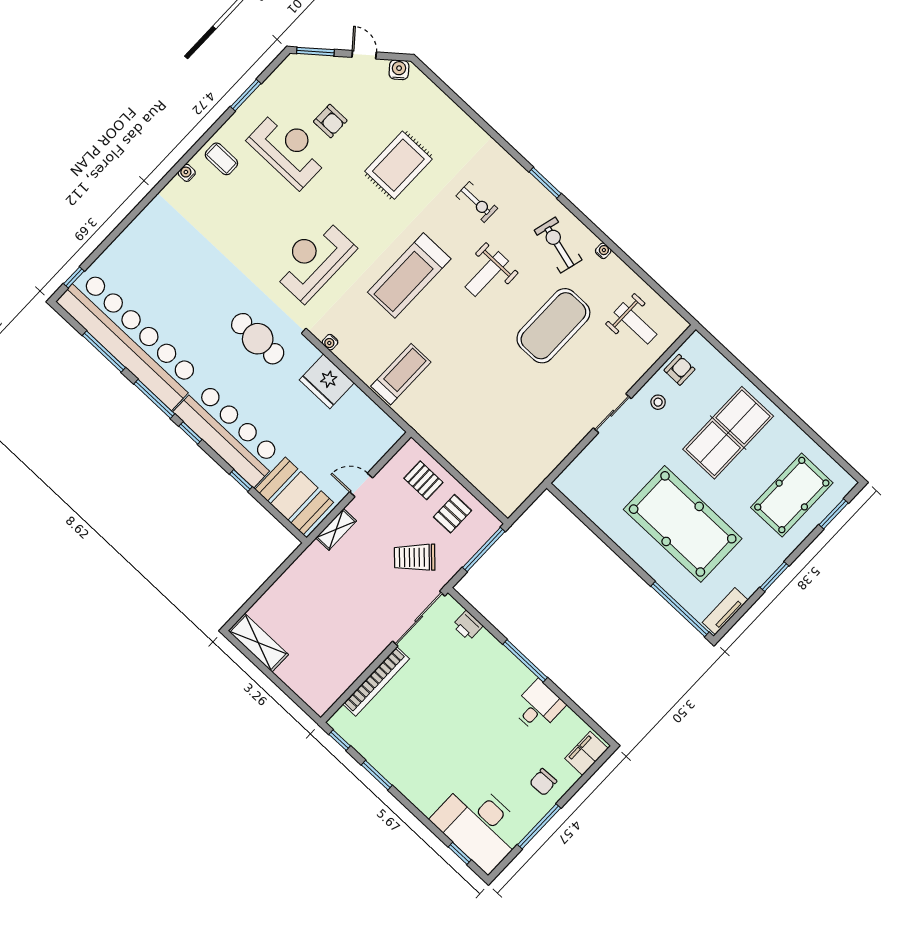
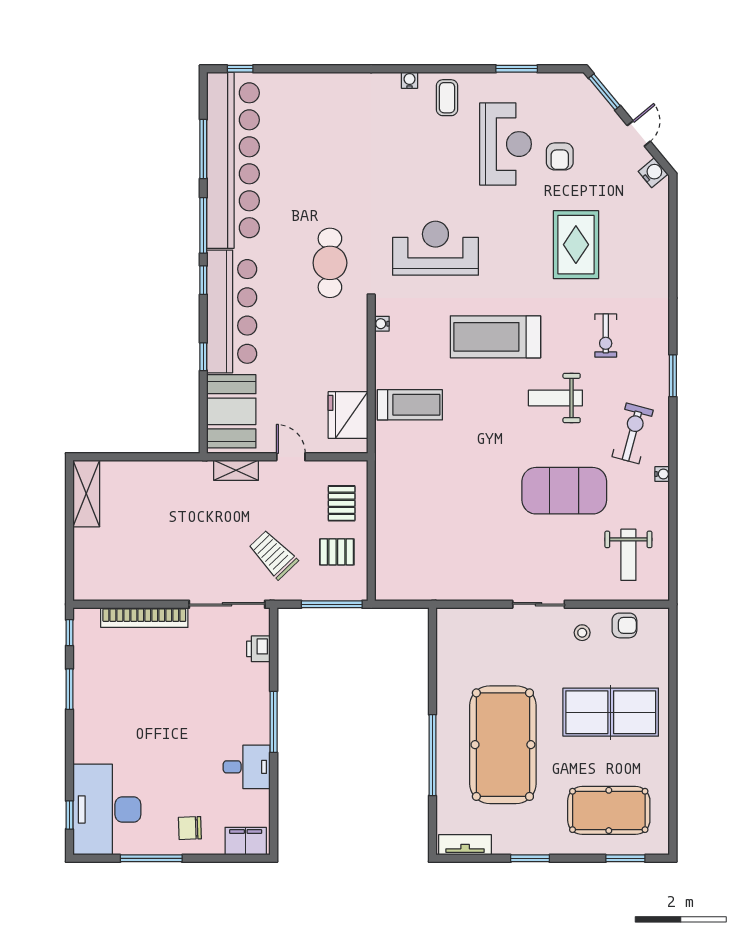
rug: (398, 165) -> (576, 245), turned 90
fridge: (327, 381) -> (348, 415), moved
window: (680, 609) -> (432, 755), moved

